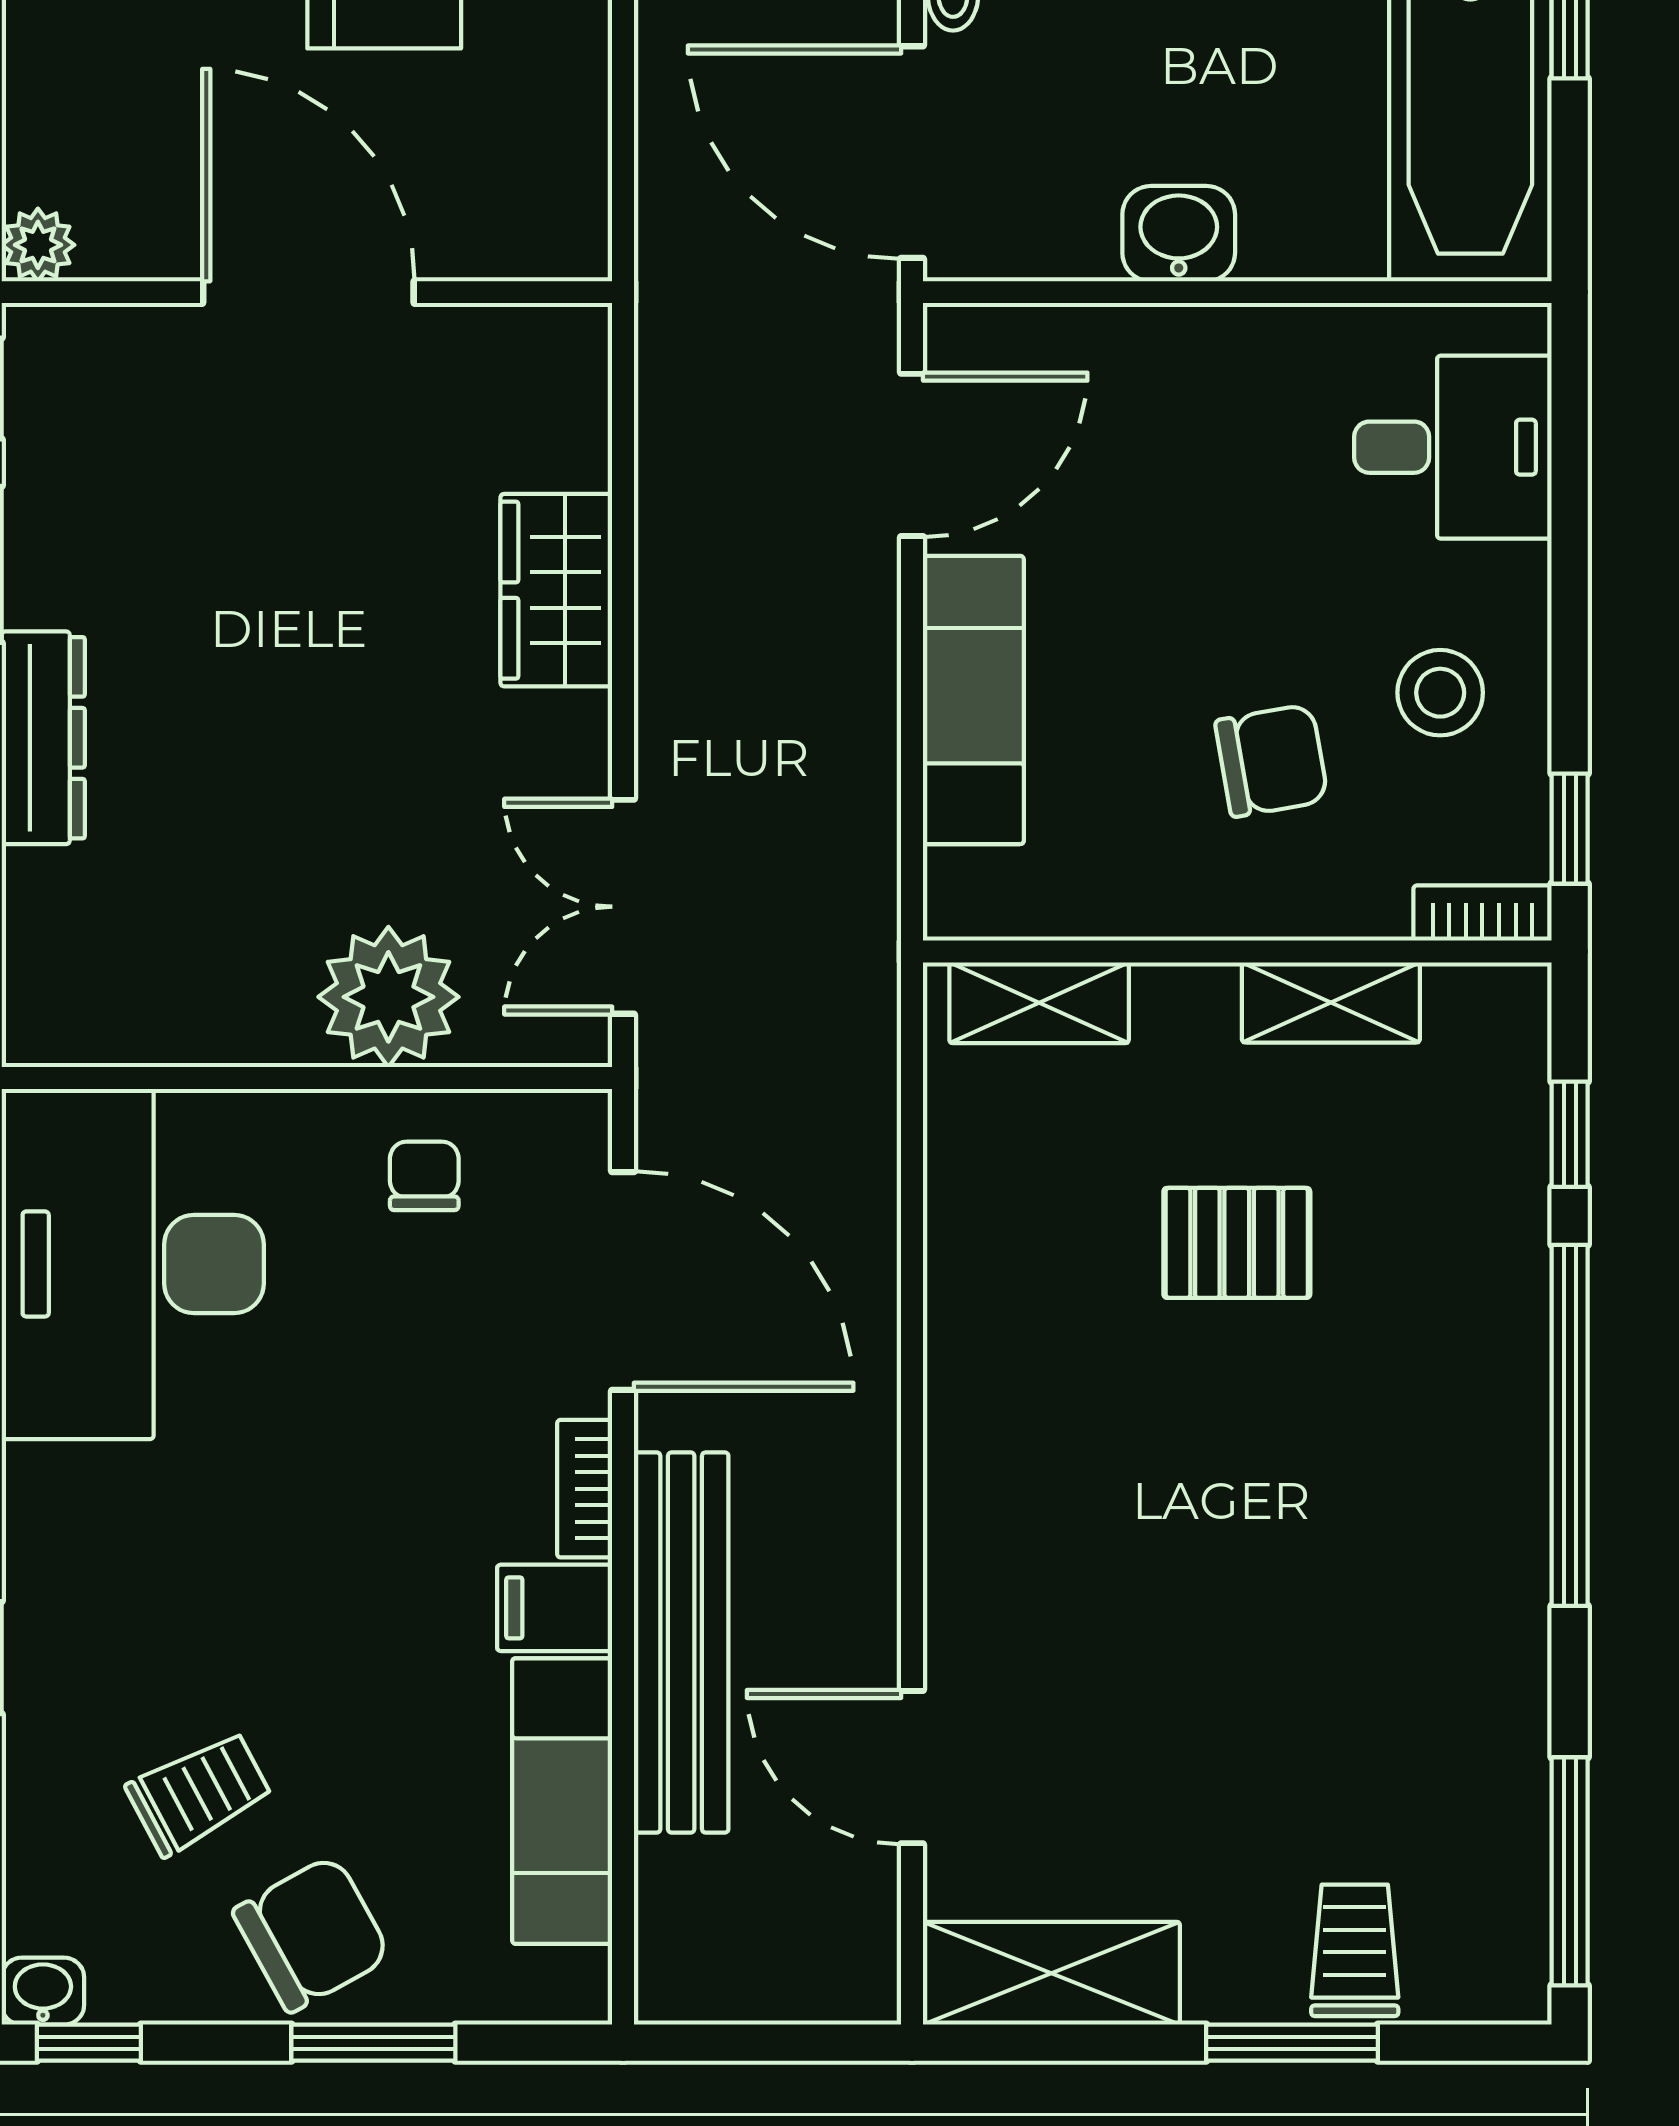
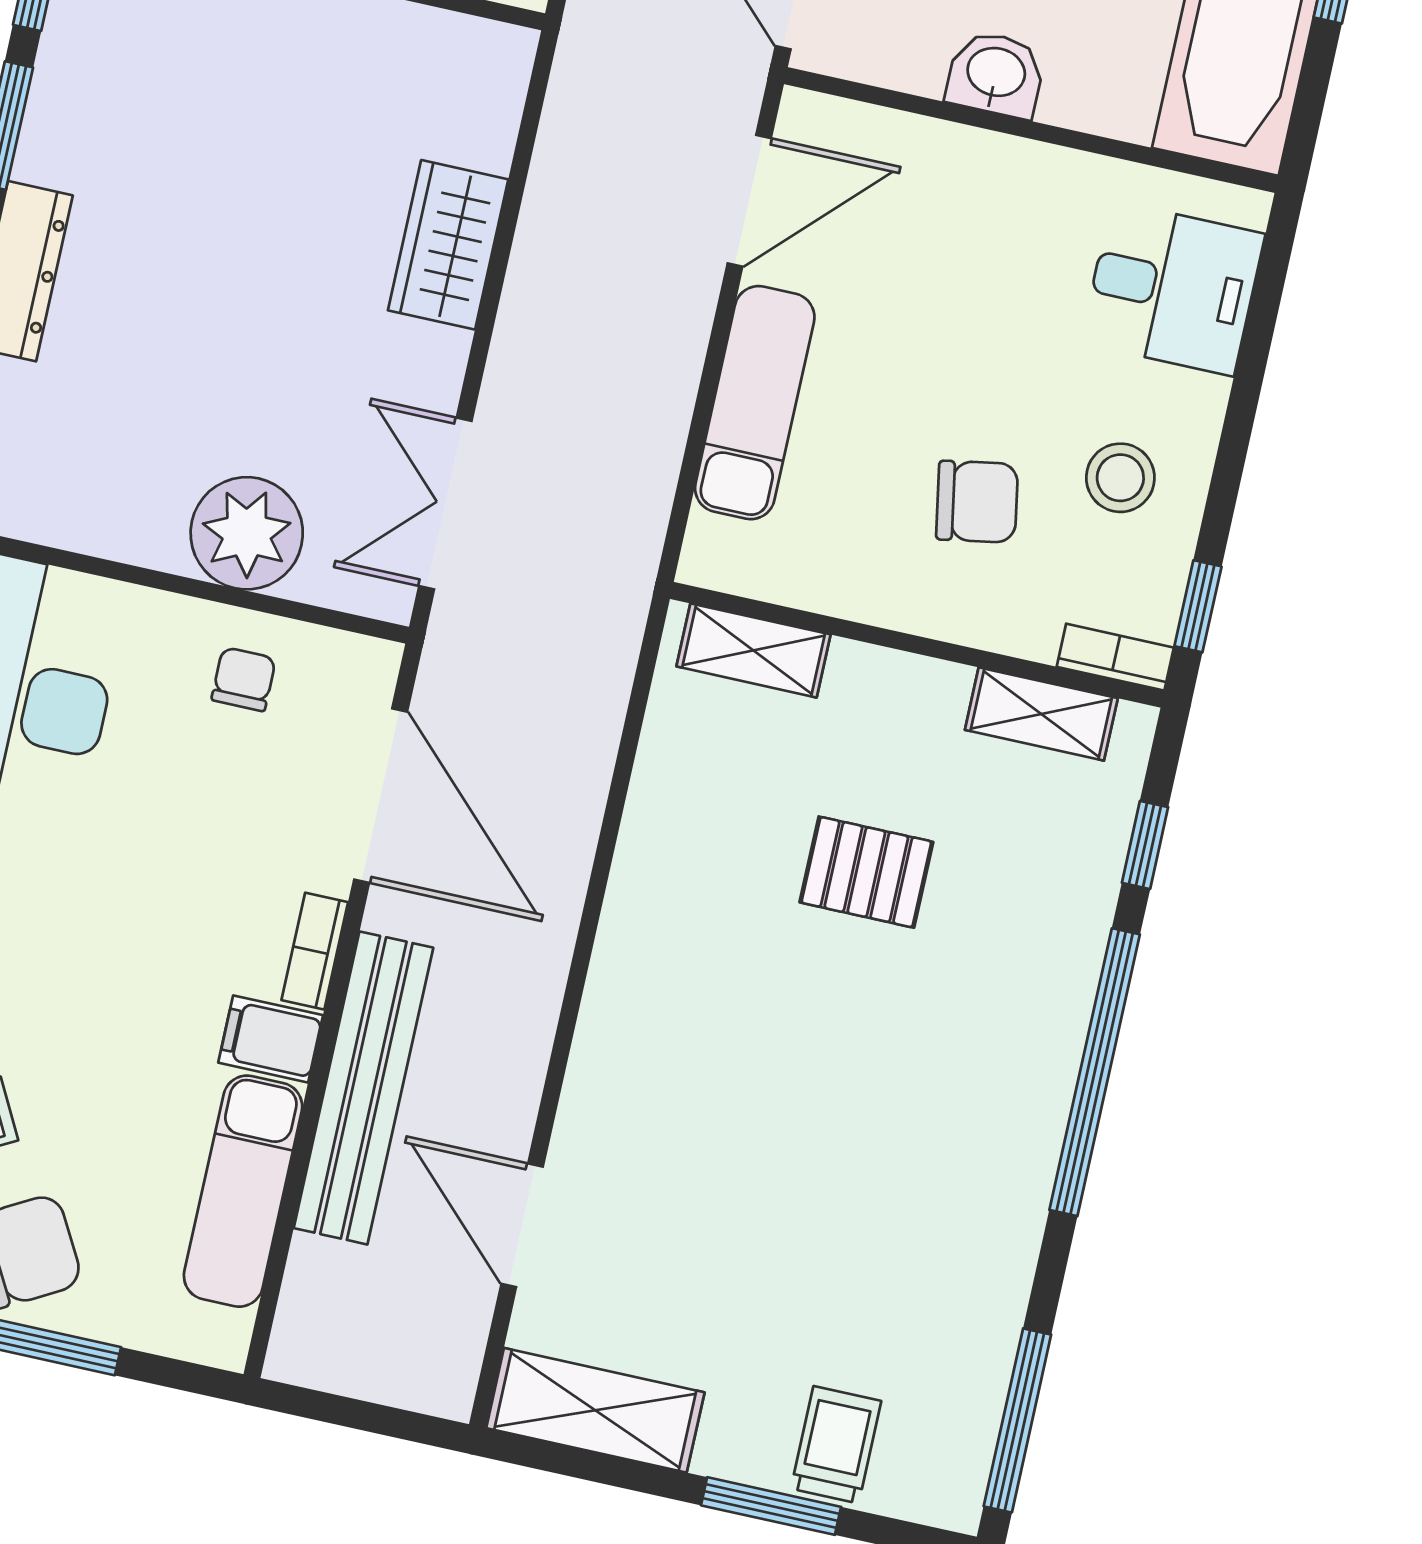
shelving: (1331, 1002) -> (1041, 714), moved

